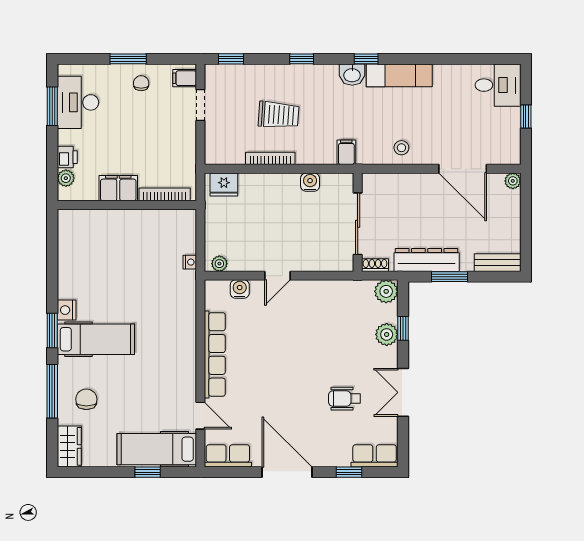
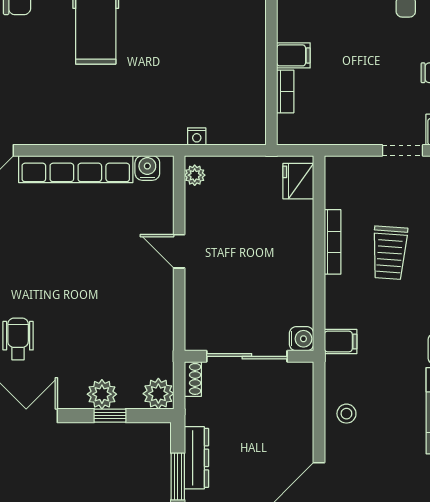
water cooler: (310, 182) -> (302, 339), moved
filing cabinet: (118, 188) -> (293, 55), width x0.50
bookcase: (165, 194) -> (285, 91), width x0.64
dresser: (427, 260) -> (197, 458), width x0.73, depth x0.80
water cooler: (240, 289) -> (147, 168), moved, turned -90

